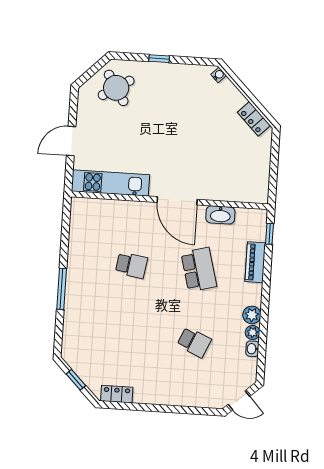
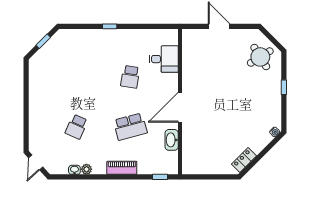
kitchen unit: (110, 183) -> (190, 57), removed
desk: (110, 218) -> (164, 59), added
piano: (255, 262) -> (122, 168), moved
window: (62, 289) -> (110, 26), width x0.46
plant: (252, 315) -> (99, 168), removed
locker: (117, 394) -> (35, 72), removed

